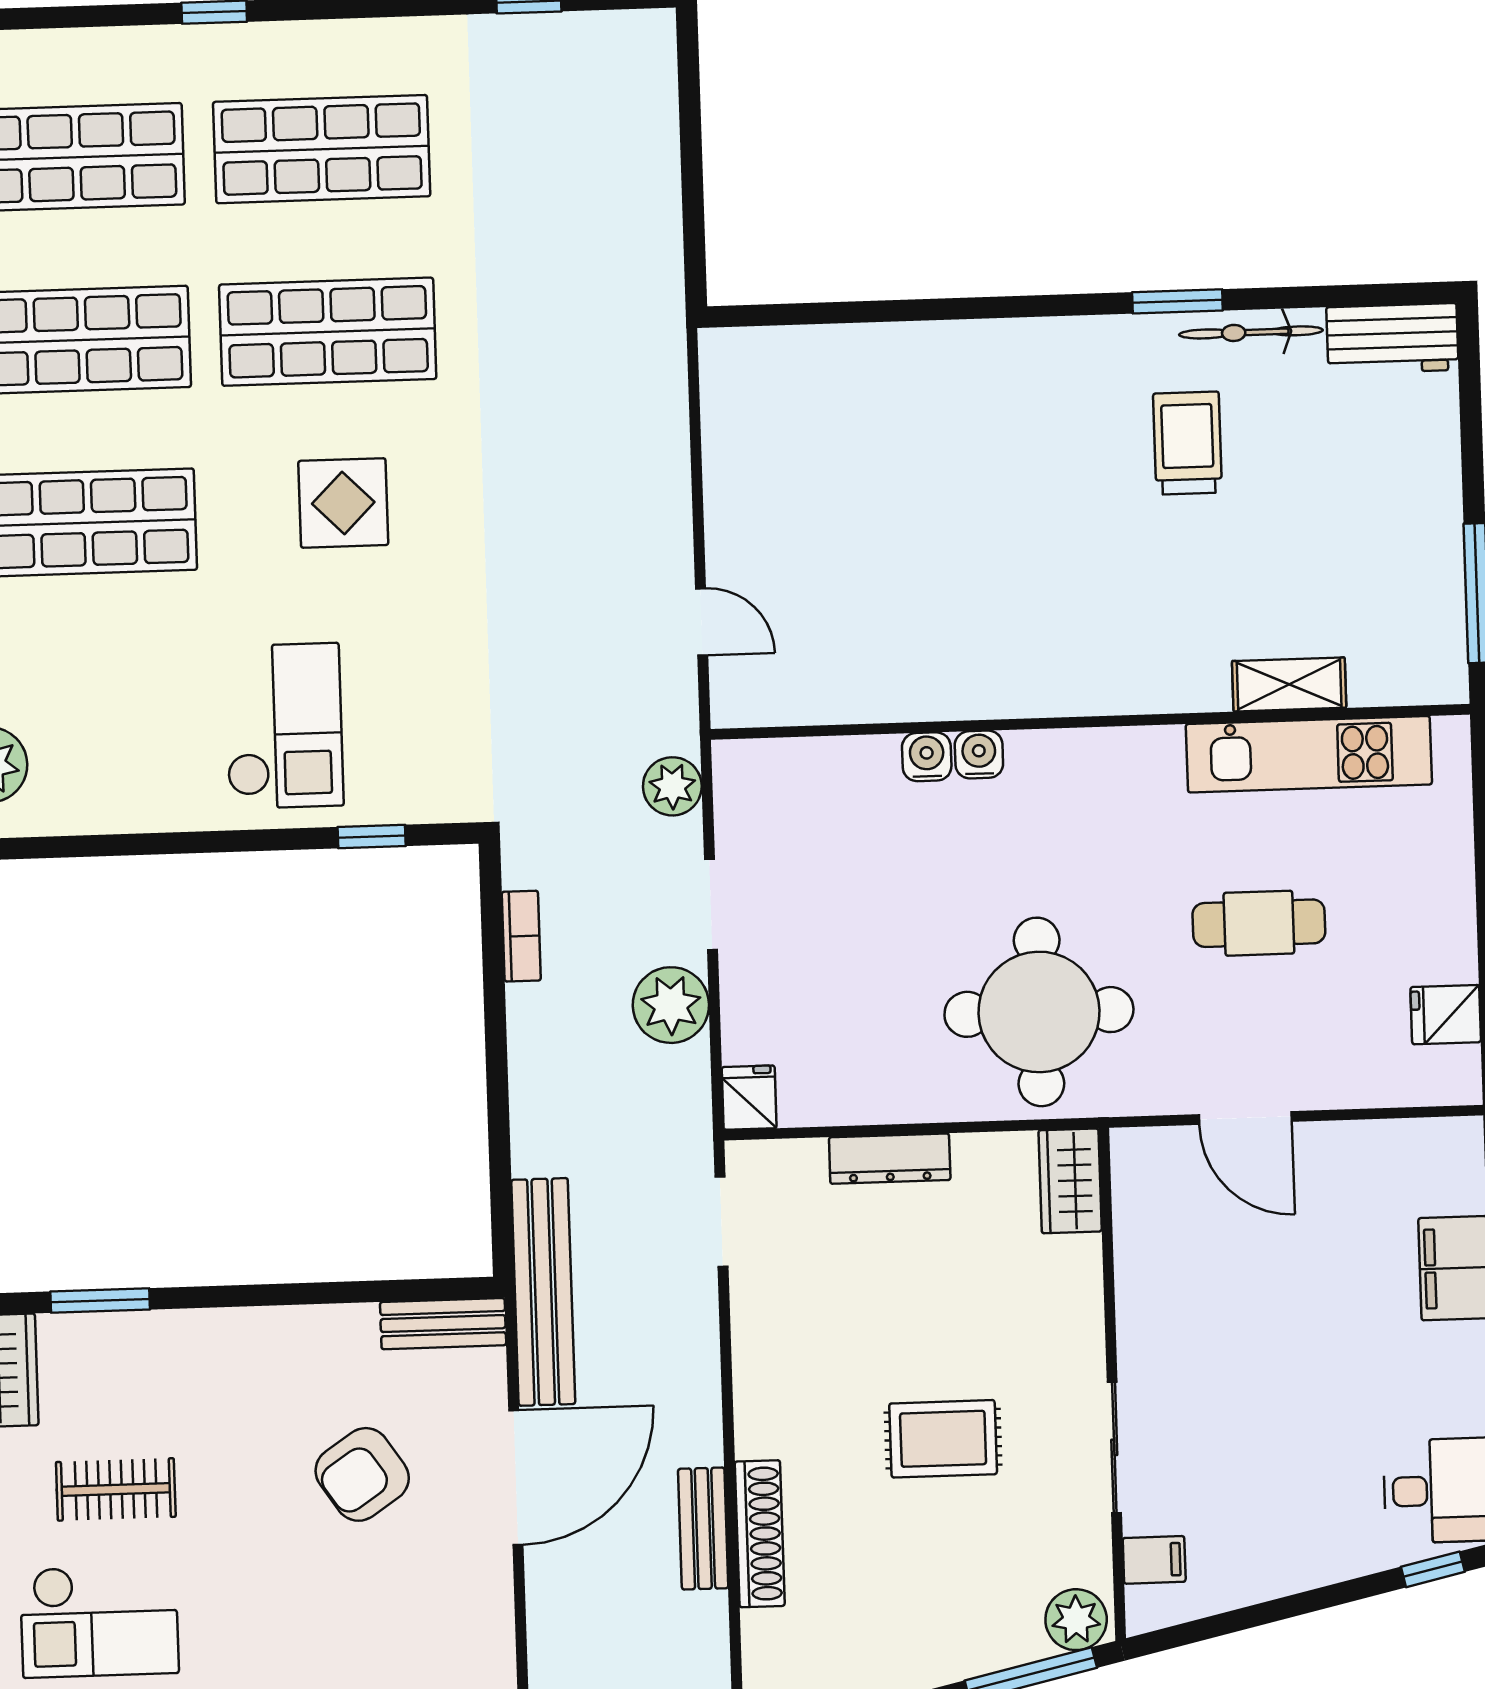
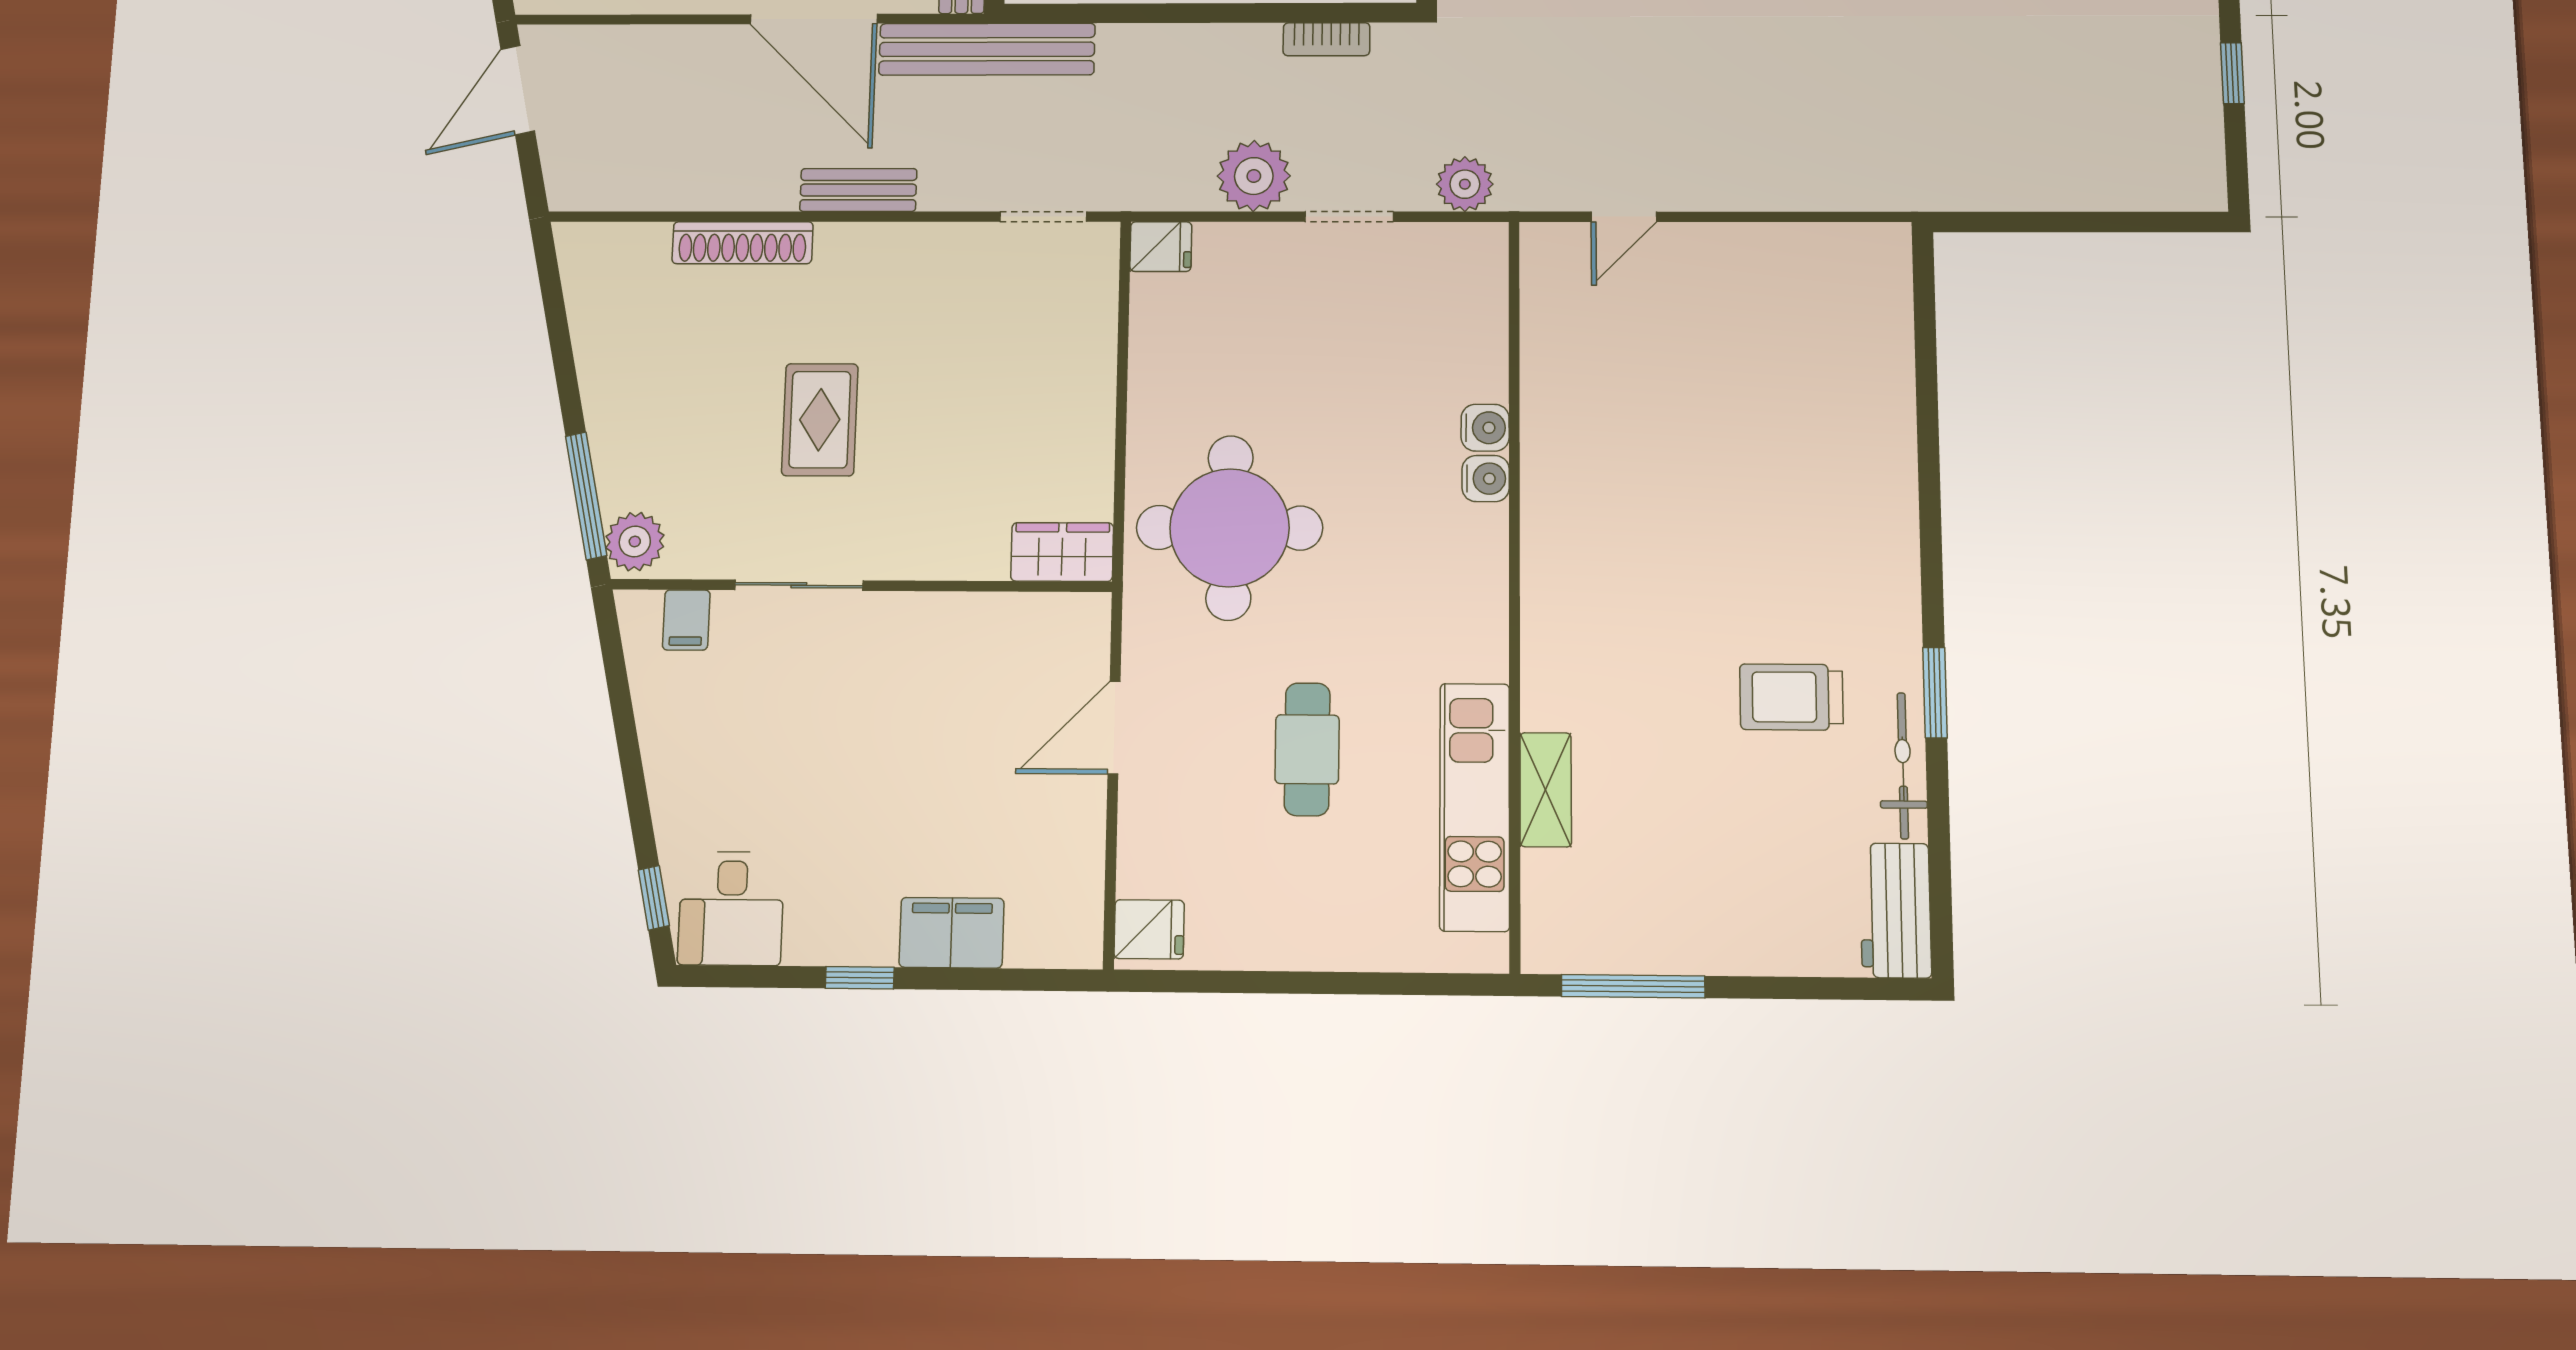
trolley: (1188, 443) -> (1791, 697), turned 180
fridge: (1446, 1015) -> (1149, 929), moved, turned 90
dresser: (890, 1159) -> (1094, 378), removed
bench: (703, 1529) -> (858, 190), moved

